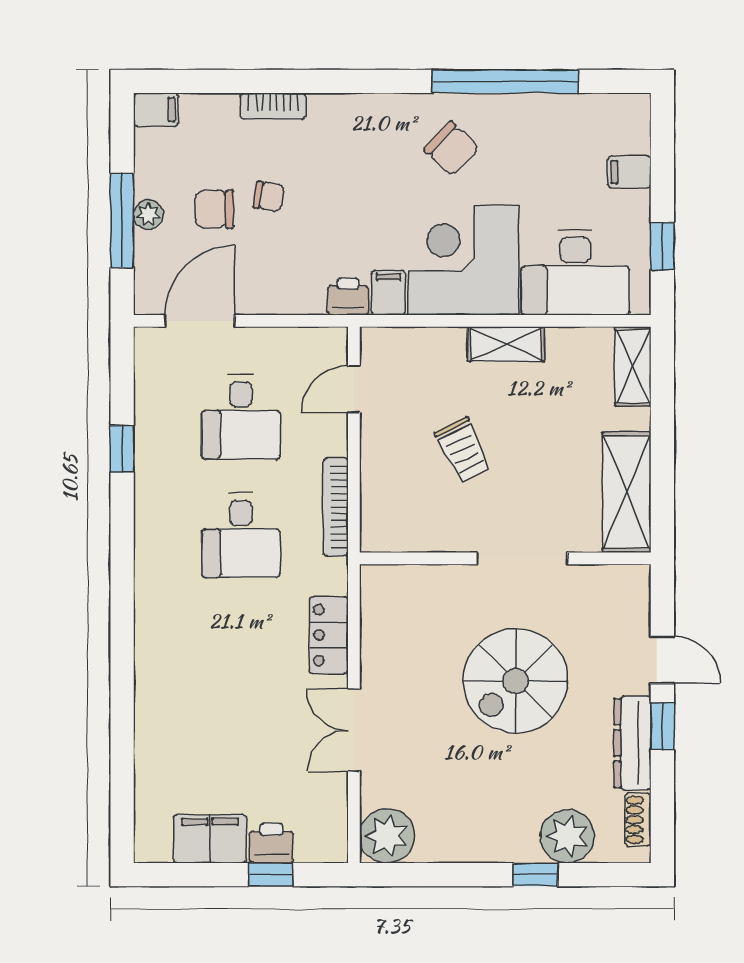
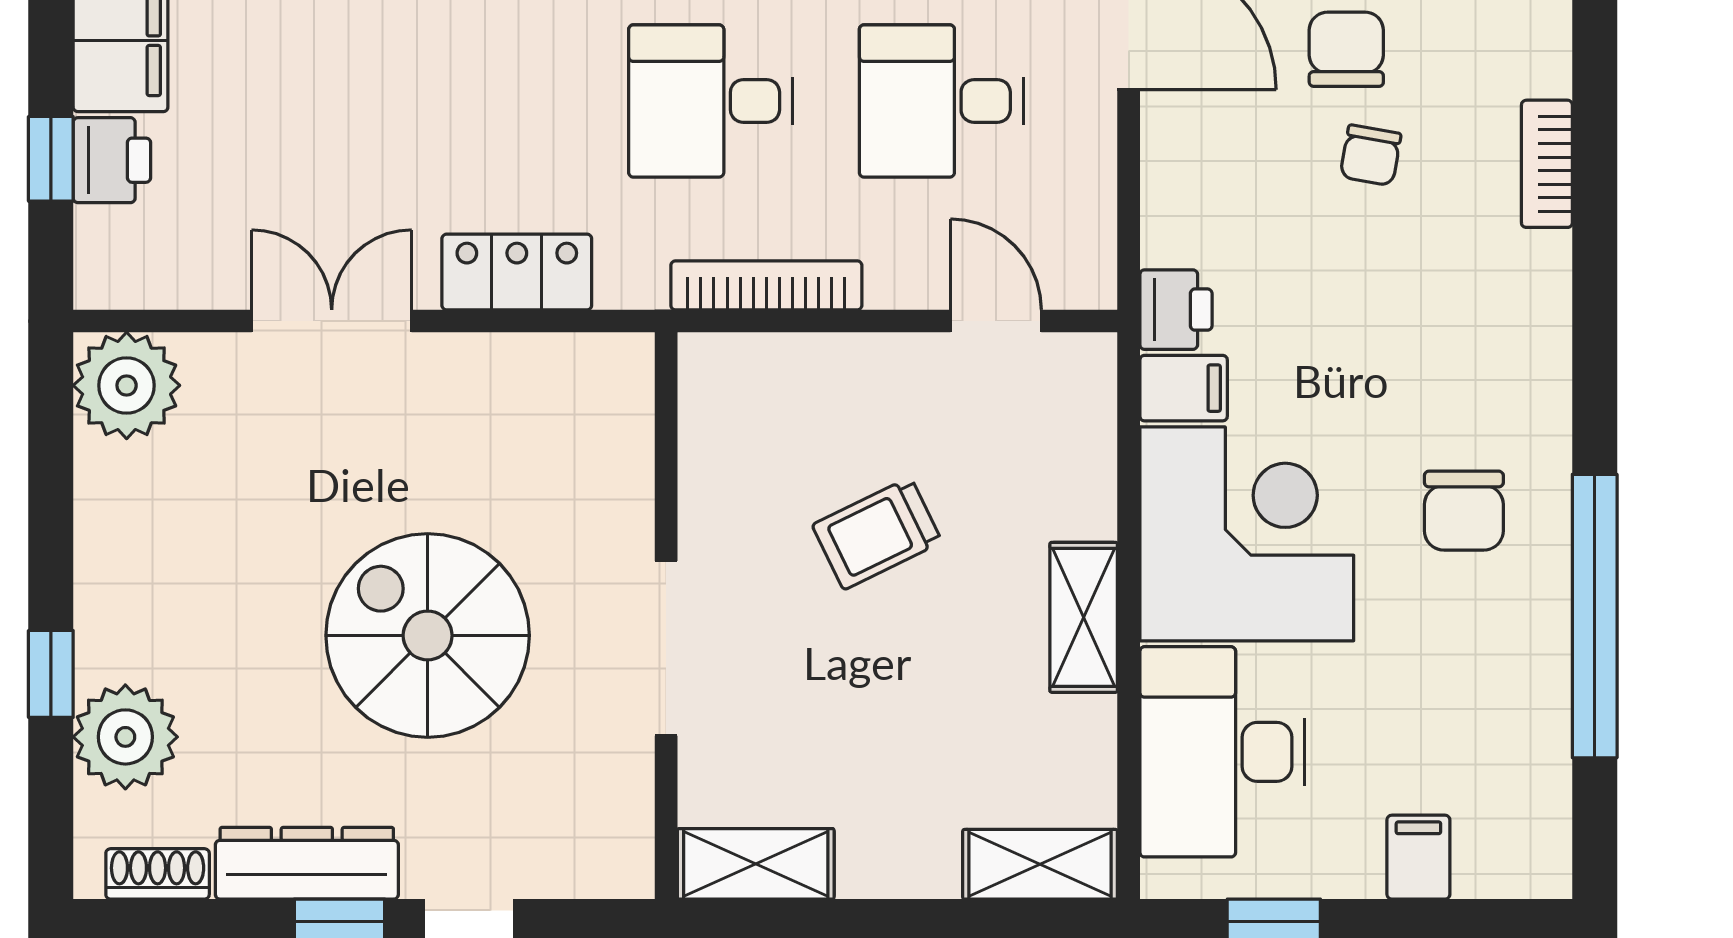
chair: (451, 149) -> (1464, 511), turned -44
shelving: (627, 492) -> (756, 864), width x0.67, depth x0.75

